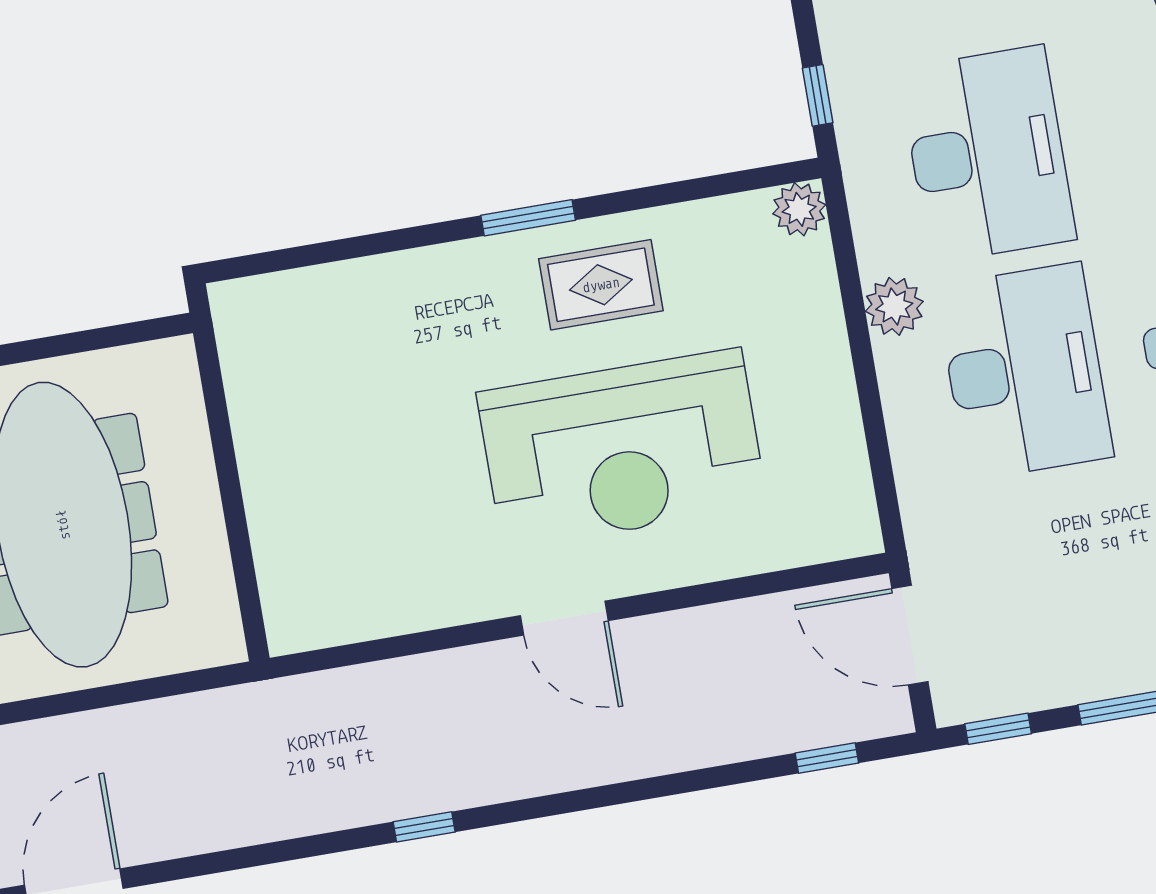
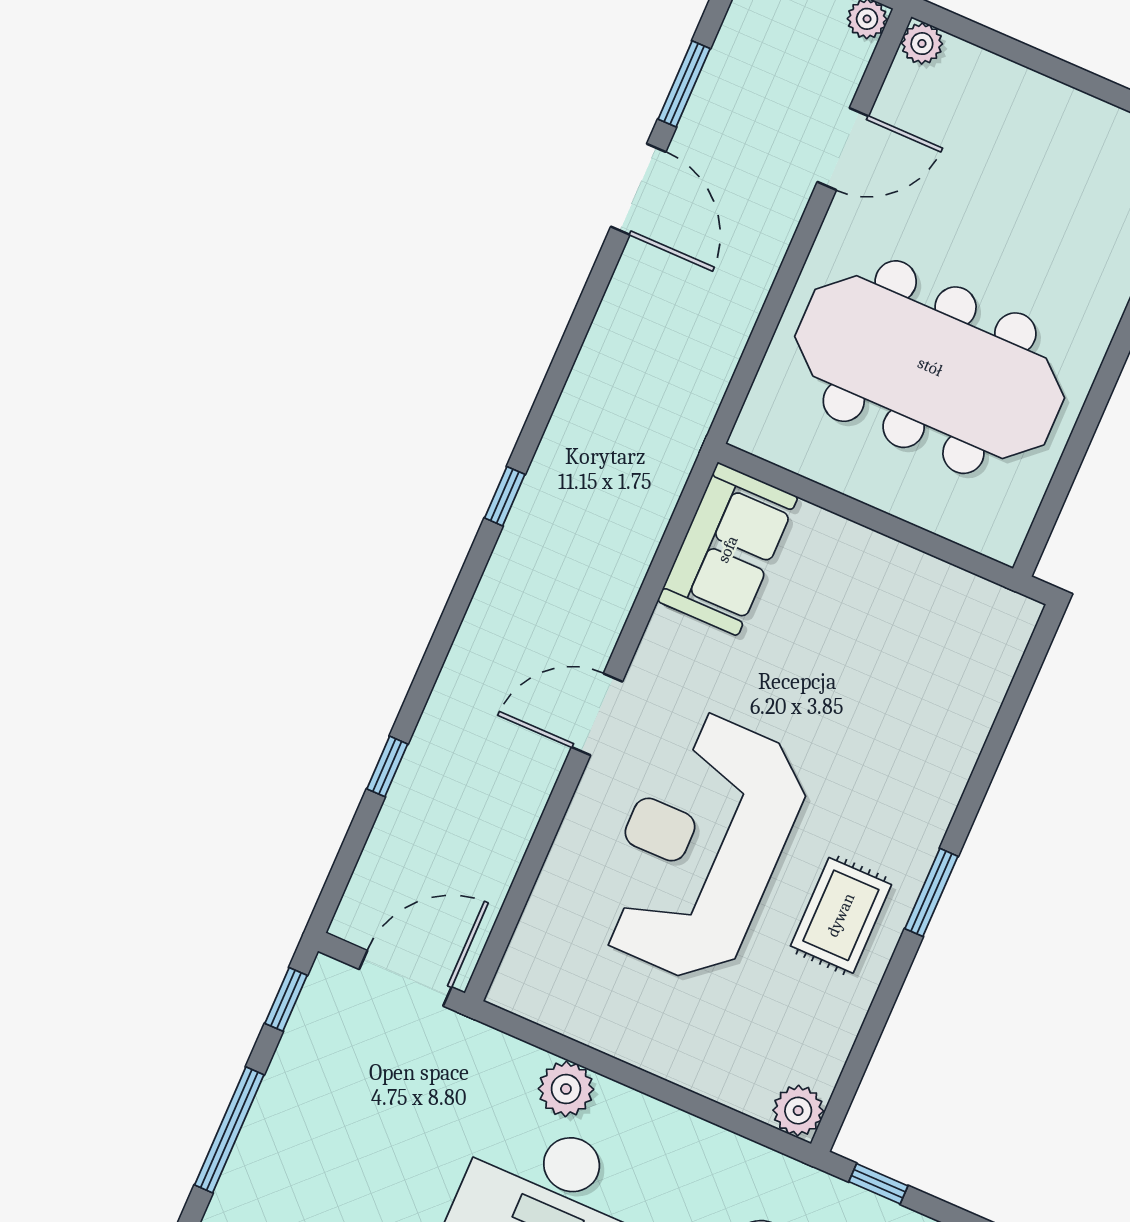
plant: (894, 306) -> (566, 1089), moved
sofa: (341, 598) -> (728, 549), added
window: (827, 758) -> (387, 766), moved

